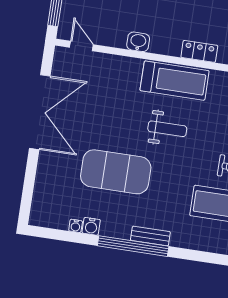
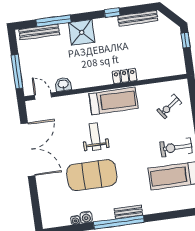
washbasin: (138, 42) -> (63, 84), moved
weight bench: (167, 129) -> (95, 137), moved, turned -90

